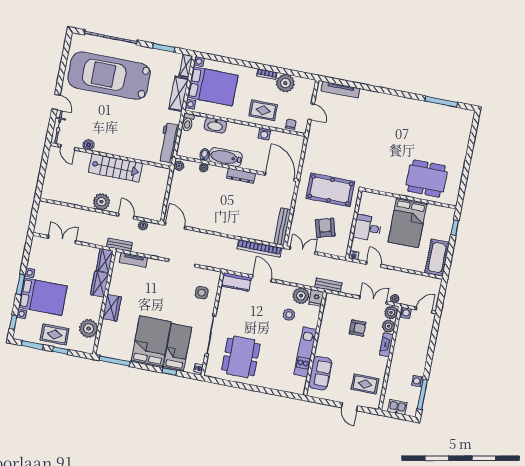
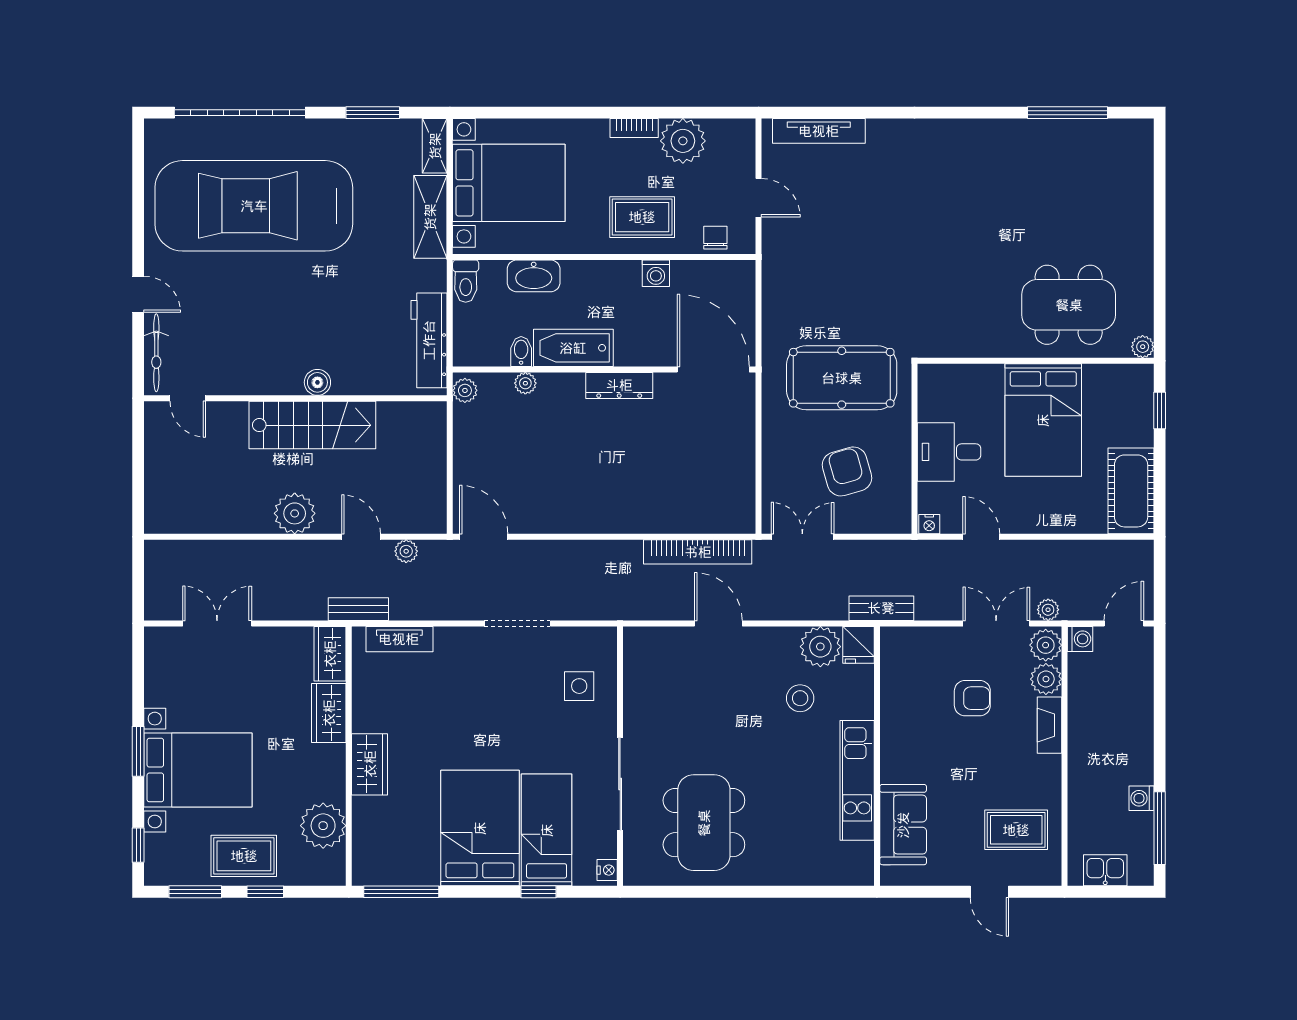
boiler: (88, 145) -> (317, 382), moved
plant: (453, 201) -> (1143, 347), added
bench: (282, 227) -> (743, 489), removed
kitchen counter: (236, 282) -> (658, 644), removed

